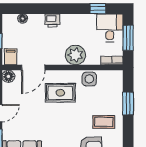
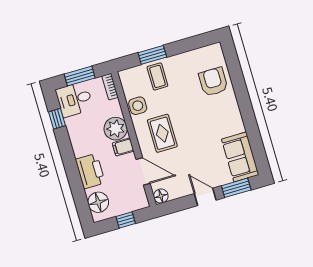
floor lamp: (23, 19) -> (98, 202), width x1.89, depth x1.89
printer: (53, 20) -> (90, 171), width x1.87, depth x1.48
filing cabinet: (11, 57) -> (123, 147), moved
coffee table: (104, 122) -> (157, 76), moved

